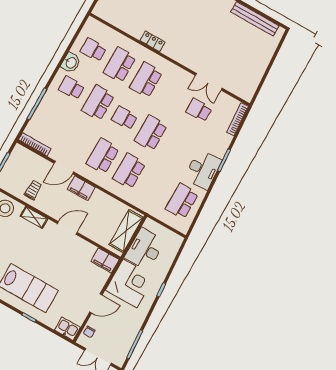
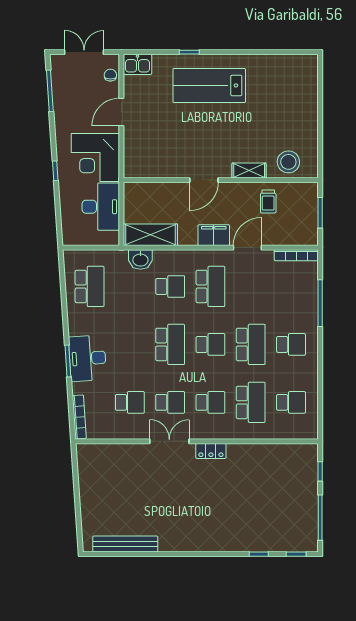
locker: (152, 41) -> (211, 451), moved
washbasin: (71, 63) -> (140, 259), moved, turned -90
school desk: (146, 80) -> (210, 402), width x0.54
double door: (209, 82) -> (169, 441), moved
school desk: (172, 95) -> (170, 402), added
desk: (203, 170) -> (88, 358), moved
school desk: (129, 171) -> (170, 286), width x0.54
shelving: (126, 231) -> (150, 235), moved, turned 90
filing cabinet: (105, 260) -> (139, 168), removed

